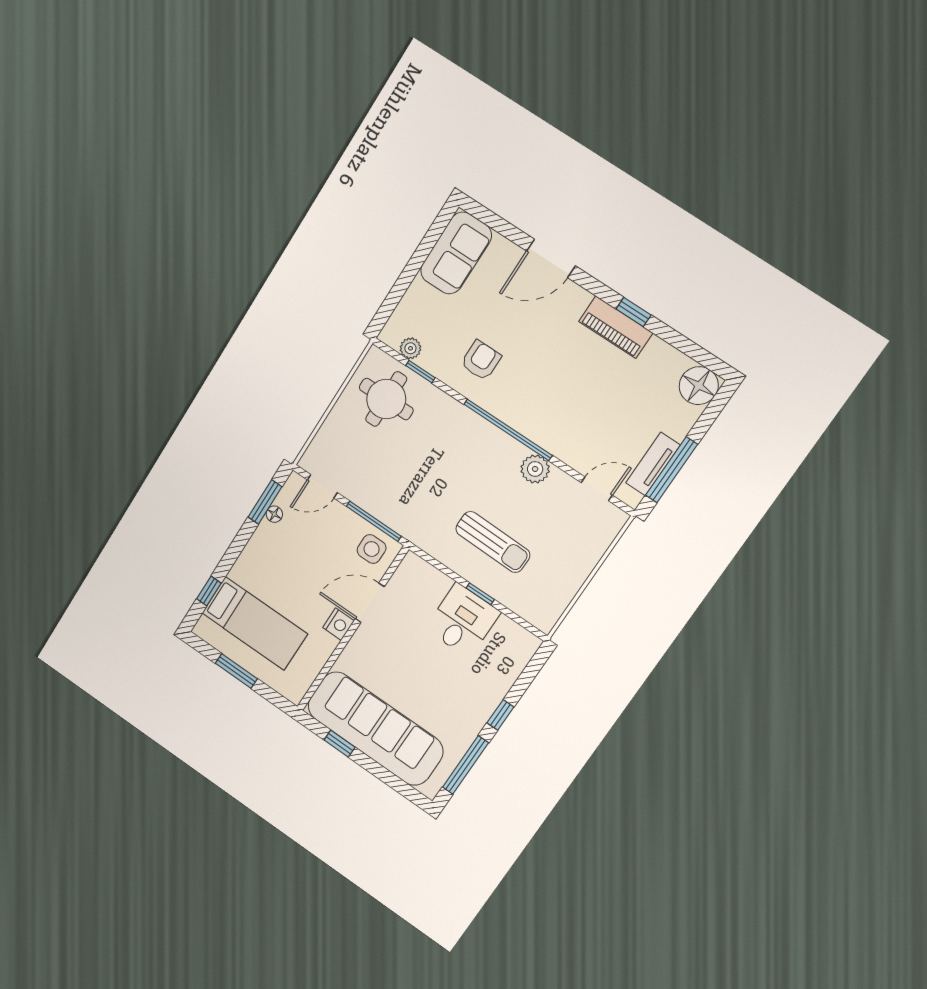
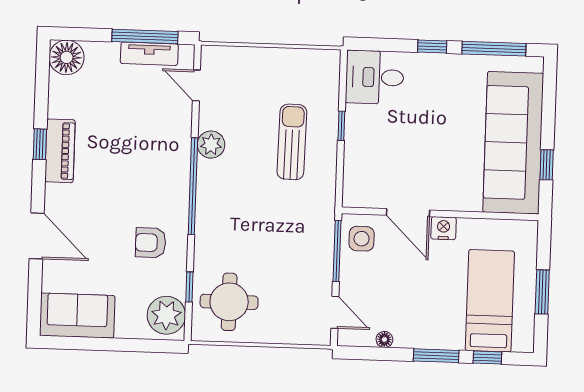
plant: (410, 348) -> (166, 315), width x1.88, depth x1.88
window: (265, 502) -> (436, 356), moved
desk: (463, 620) -> (375, 77), moved

